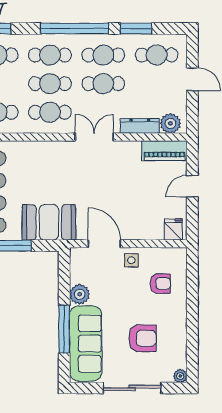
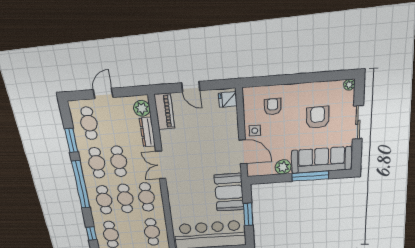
door: (104, 244) -> (243, 152), swing flipped
sliding door: (132, 388) -> (358, 123), width x0.73

